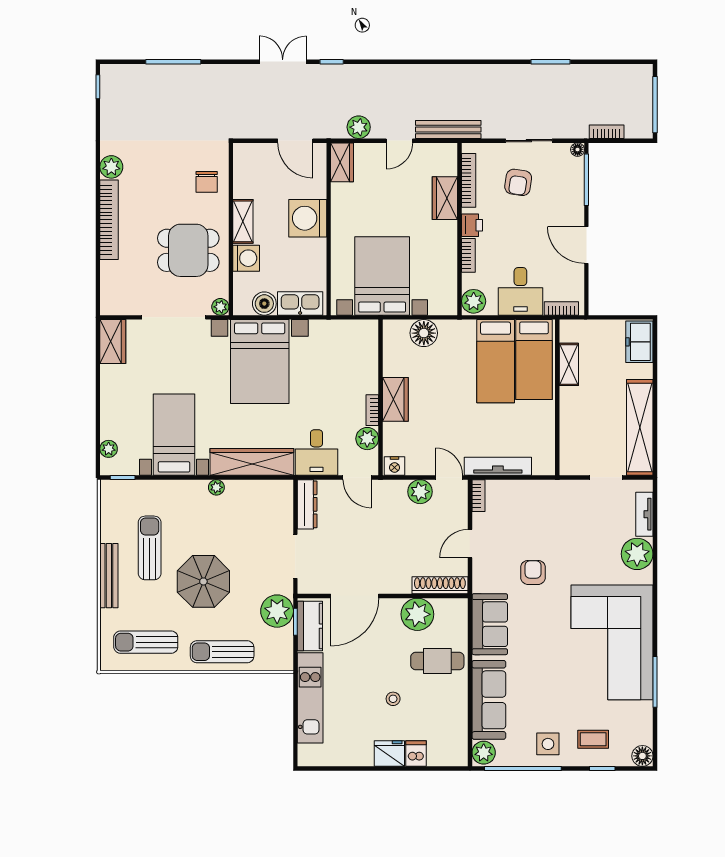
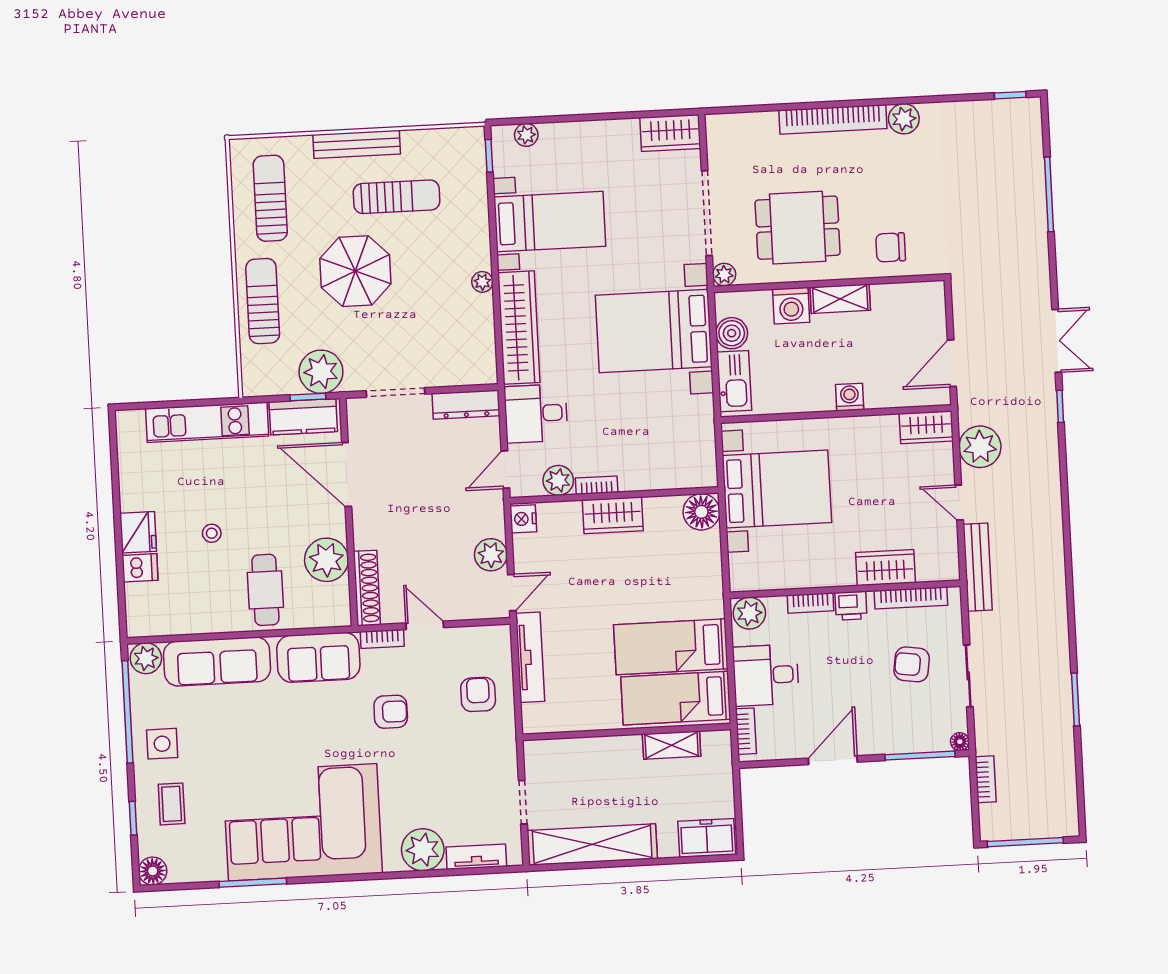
plant: (359, 127) -> (980, 447), width x1.36, depth x1.36
washing machine: (308, 218) -> (850, 397), width x0.53, depth x0.53
dining table: (188, 250) -> (798, 228), turned 90
floor lamp: (424, 333) -> (701, 512), moved
bookcase: (478, 496) -> (382, 639), moved
armchair: (524, 507) -> (478, 694), added

